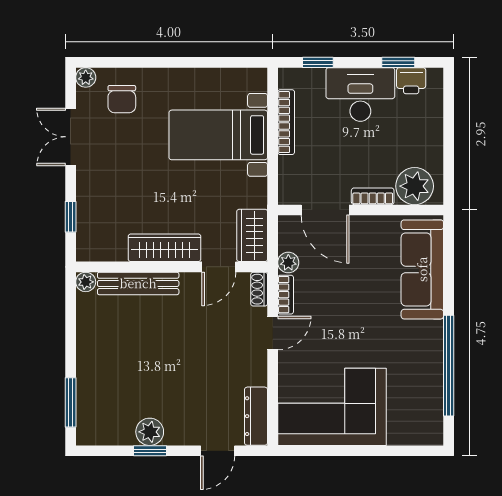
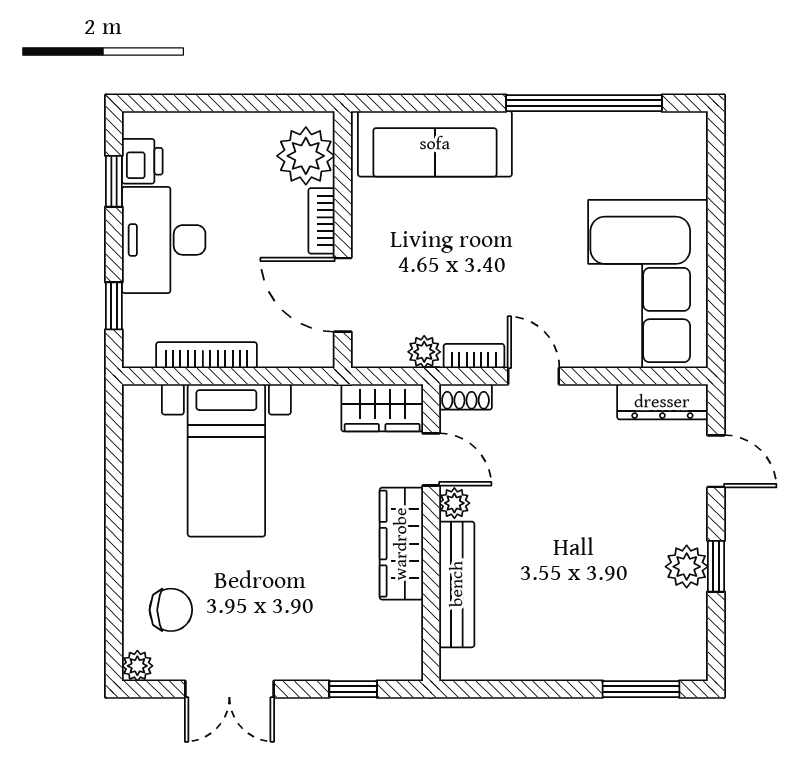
door: (325, 210) -> (343, 295), swing flipped
plant: (86, 282) -> (454, 503), moved

